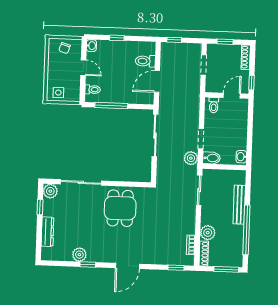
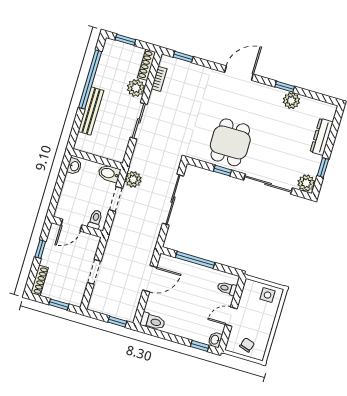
window: (117, 38) -> (200, 346), moved
toilet: (145, 61) -> (153, 321), moved
doorway: (204, 65) -> (94, 272), moved
door: (83, 68) -> (231, 317), hinge flipped
wall: (227, 95) -> (77, 227), moved
door: (232, 96) -> (71, 225), moved
window: (111, 105) -> (195, 260), moved
toilet: (214, 105) -> (95, 219), moved
sliding door: (155, 136) -> (173, 200), moved
window: (121, 184) -> (223, 171), added
sliding door: (199, 190) -> (139, 121), moved
window: (226, 269) -> (125, 40), width x0.67

